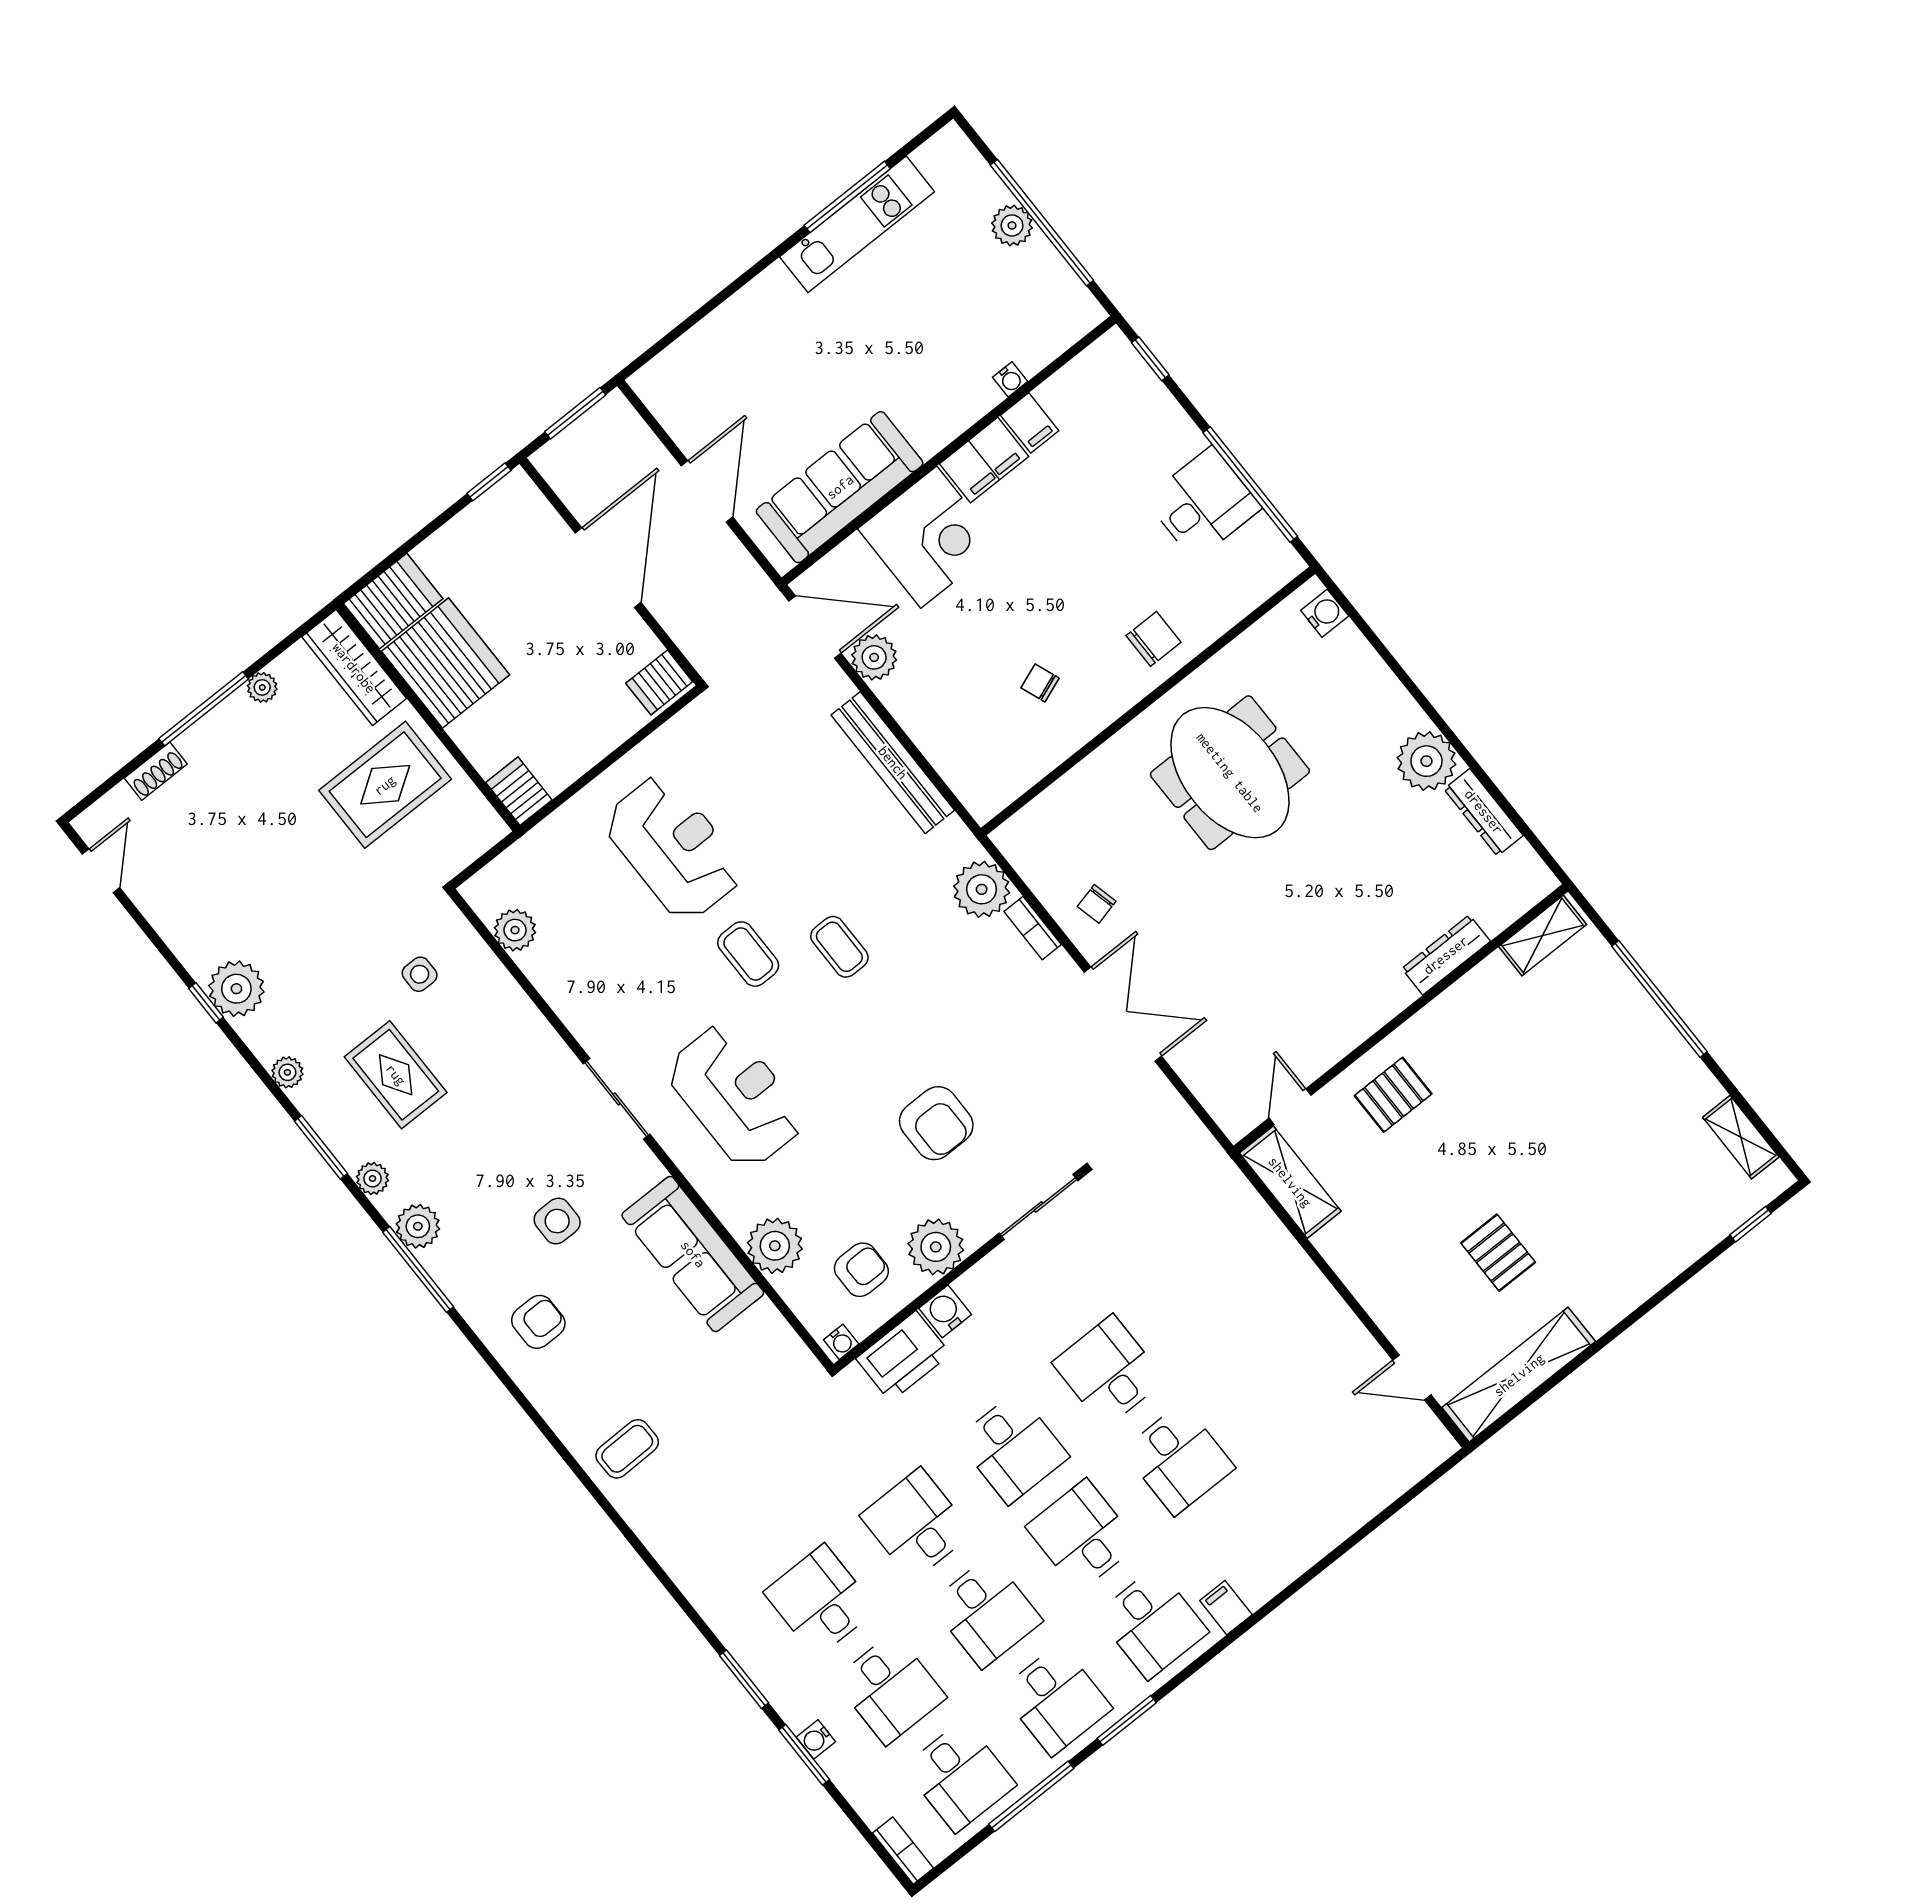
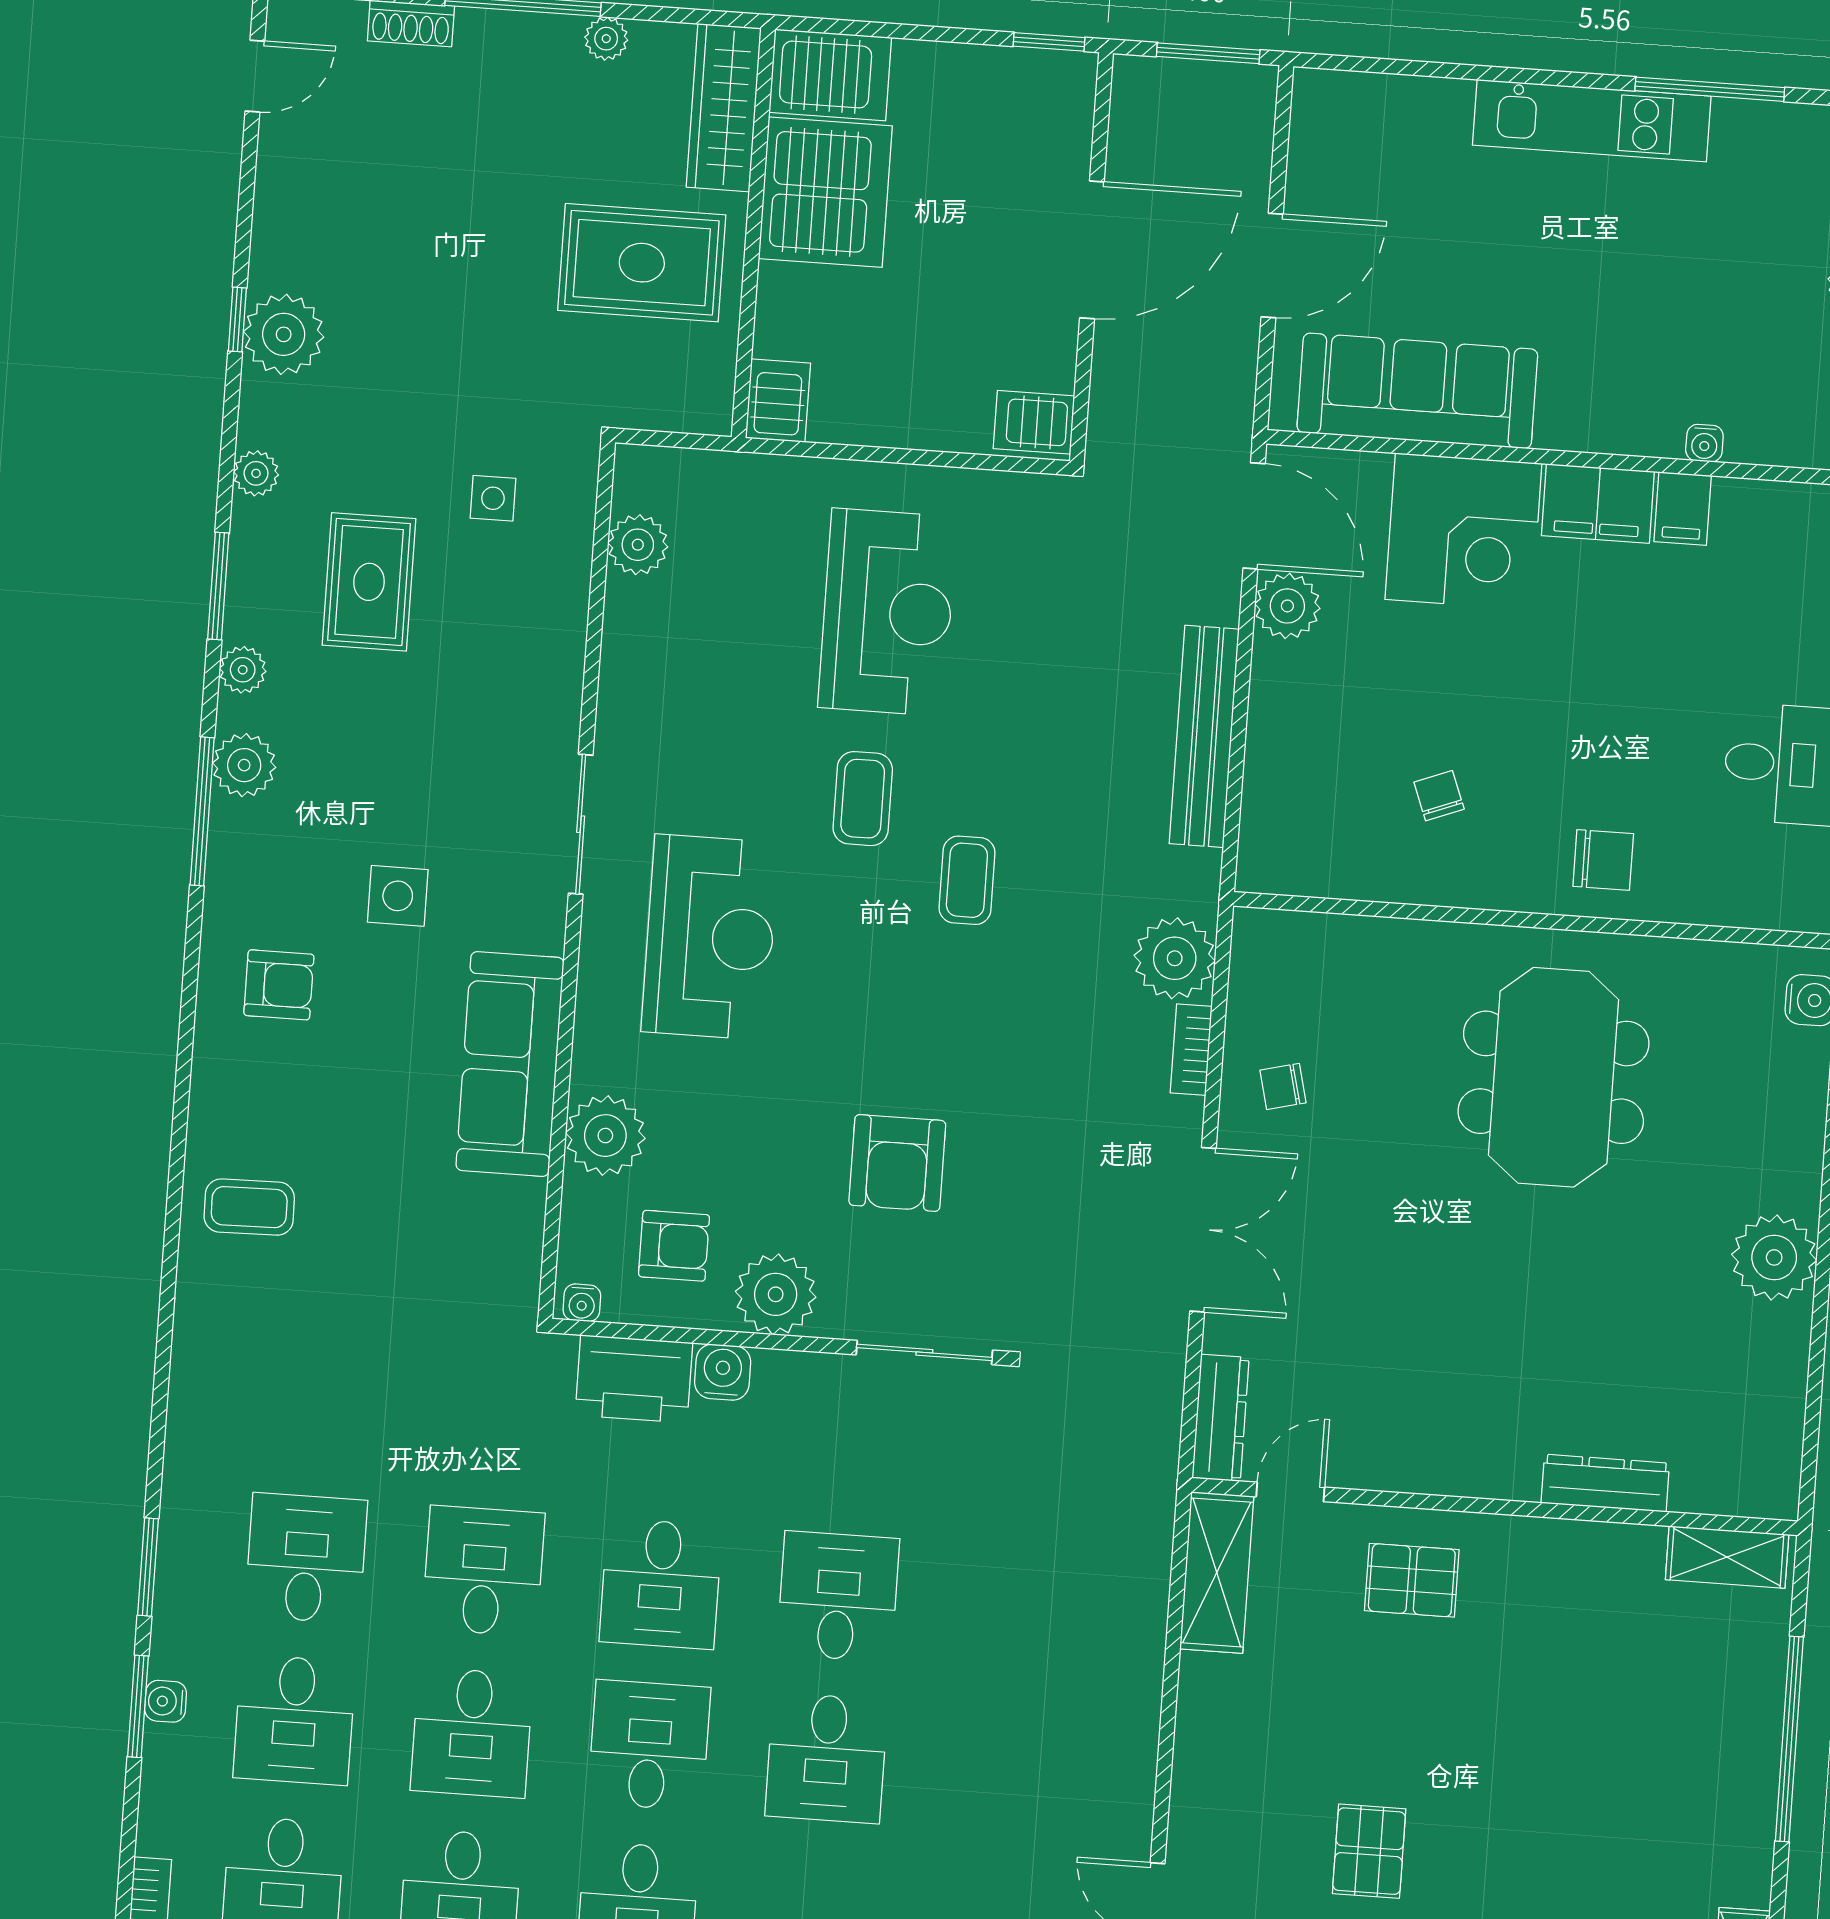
kitchen unit: (857, 224) -> (1592, 121), moved
dresser: (1484, 812) -> (1221, 1418), moved, turned 180

